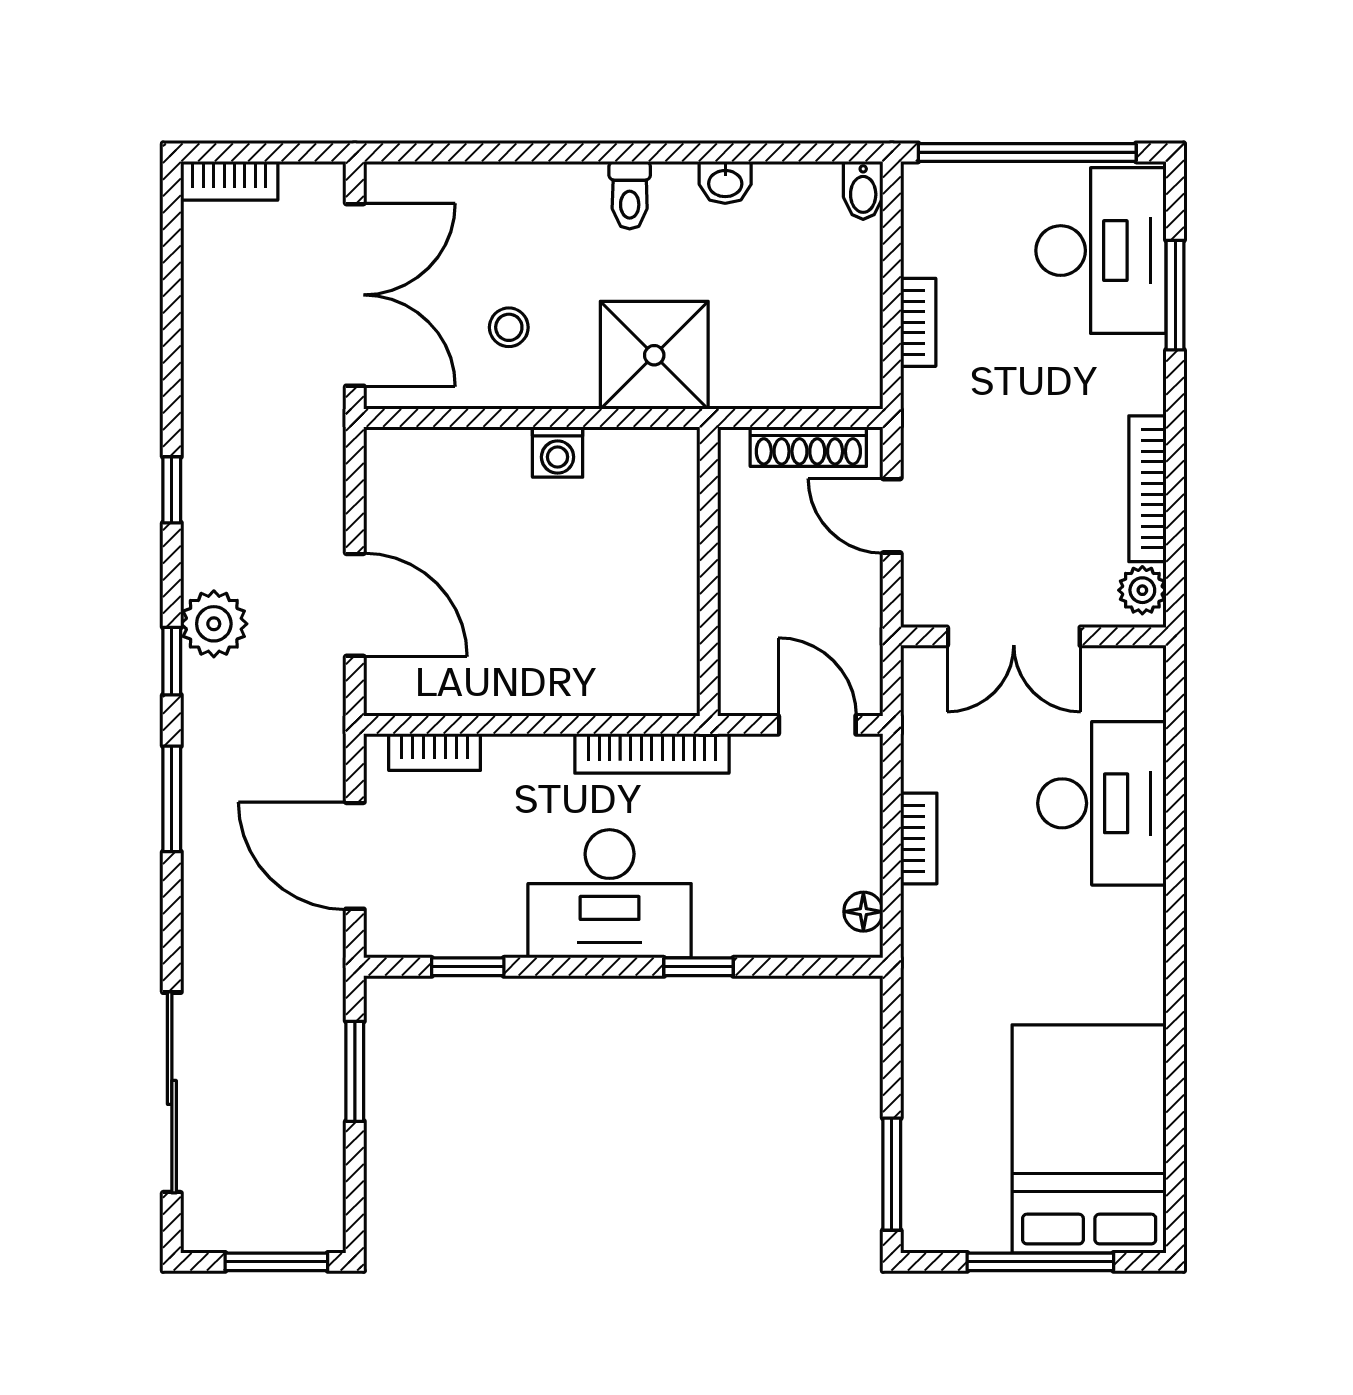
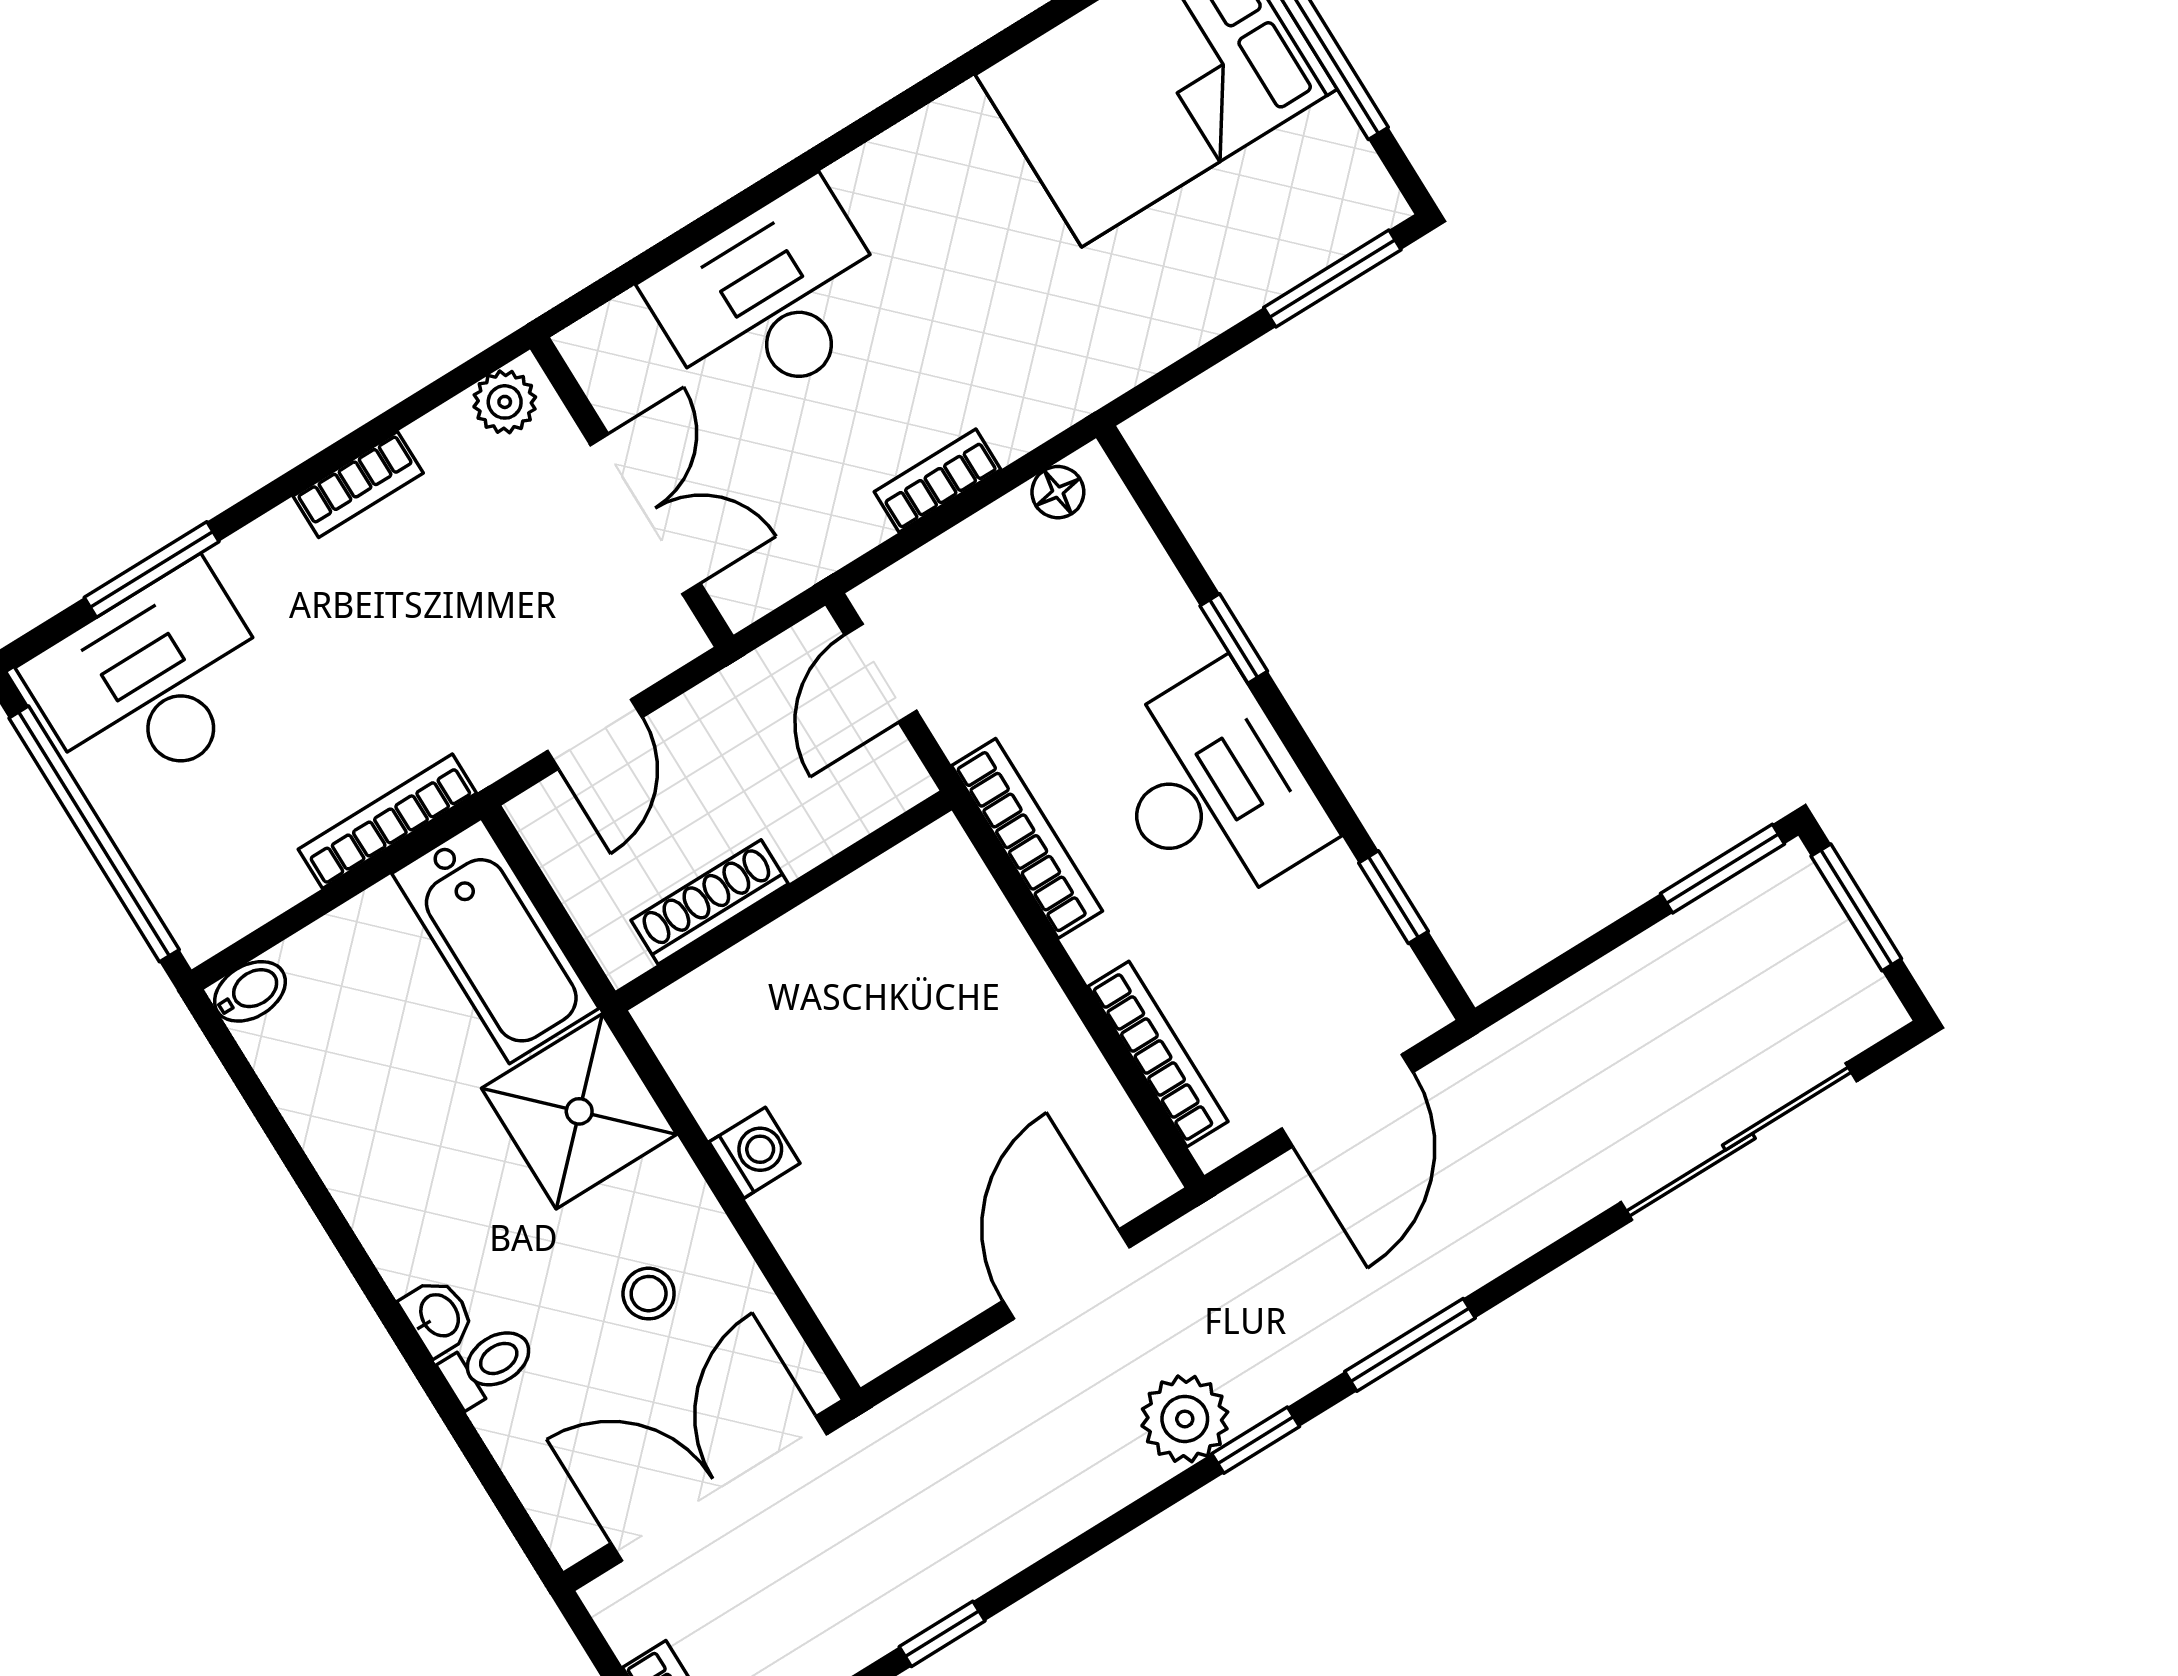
washbasin: (725, 182) -> (438, 1316), moved
toilet: (630, 195) -> (488, 1365), moved
bookcase: (918, 322) -> (387, 821), width x1.56
bathtub: (798, 369) -> (495, 941), added
shoe rack: (808, 447) -> (710, 902), moved, turned -90
bookcase: (1147, 489) -> (358, 485), width x0.64
window: (172, 490) -> (942, 1634), moved
bookcase: (435, 752) -> (1158, 1054), width x1.56
window: (355, 1071) -> (1722, 869), moved

